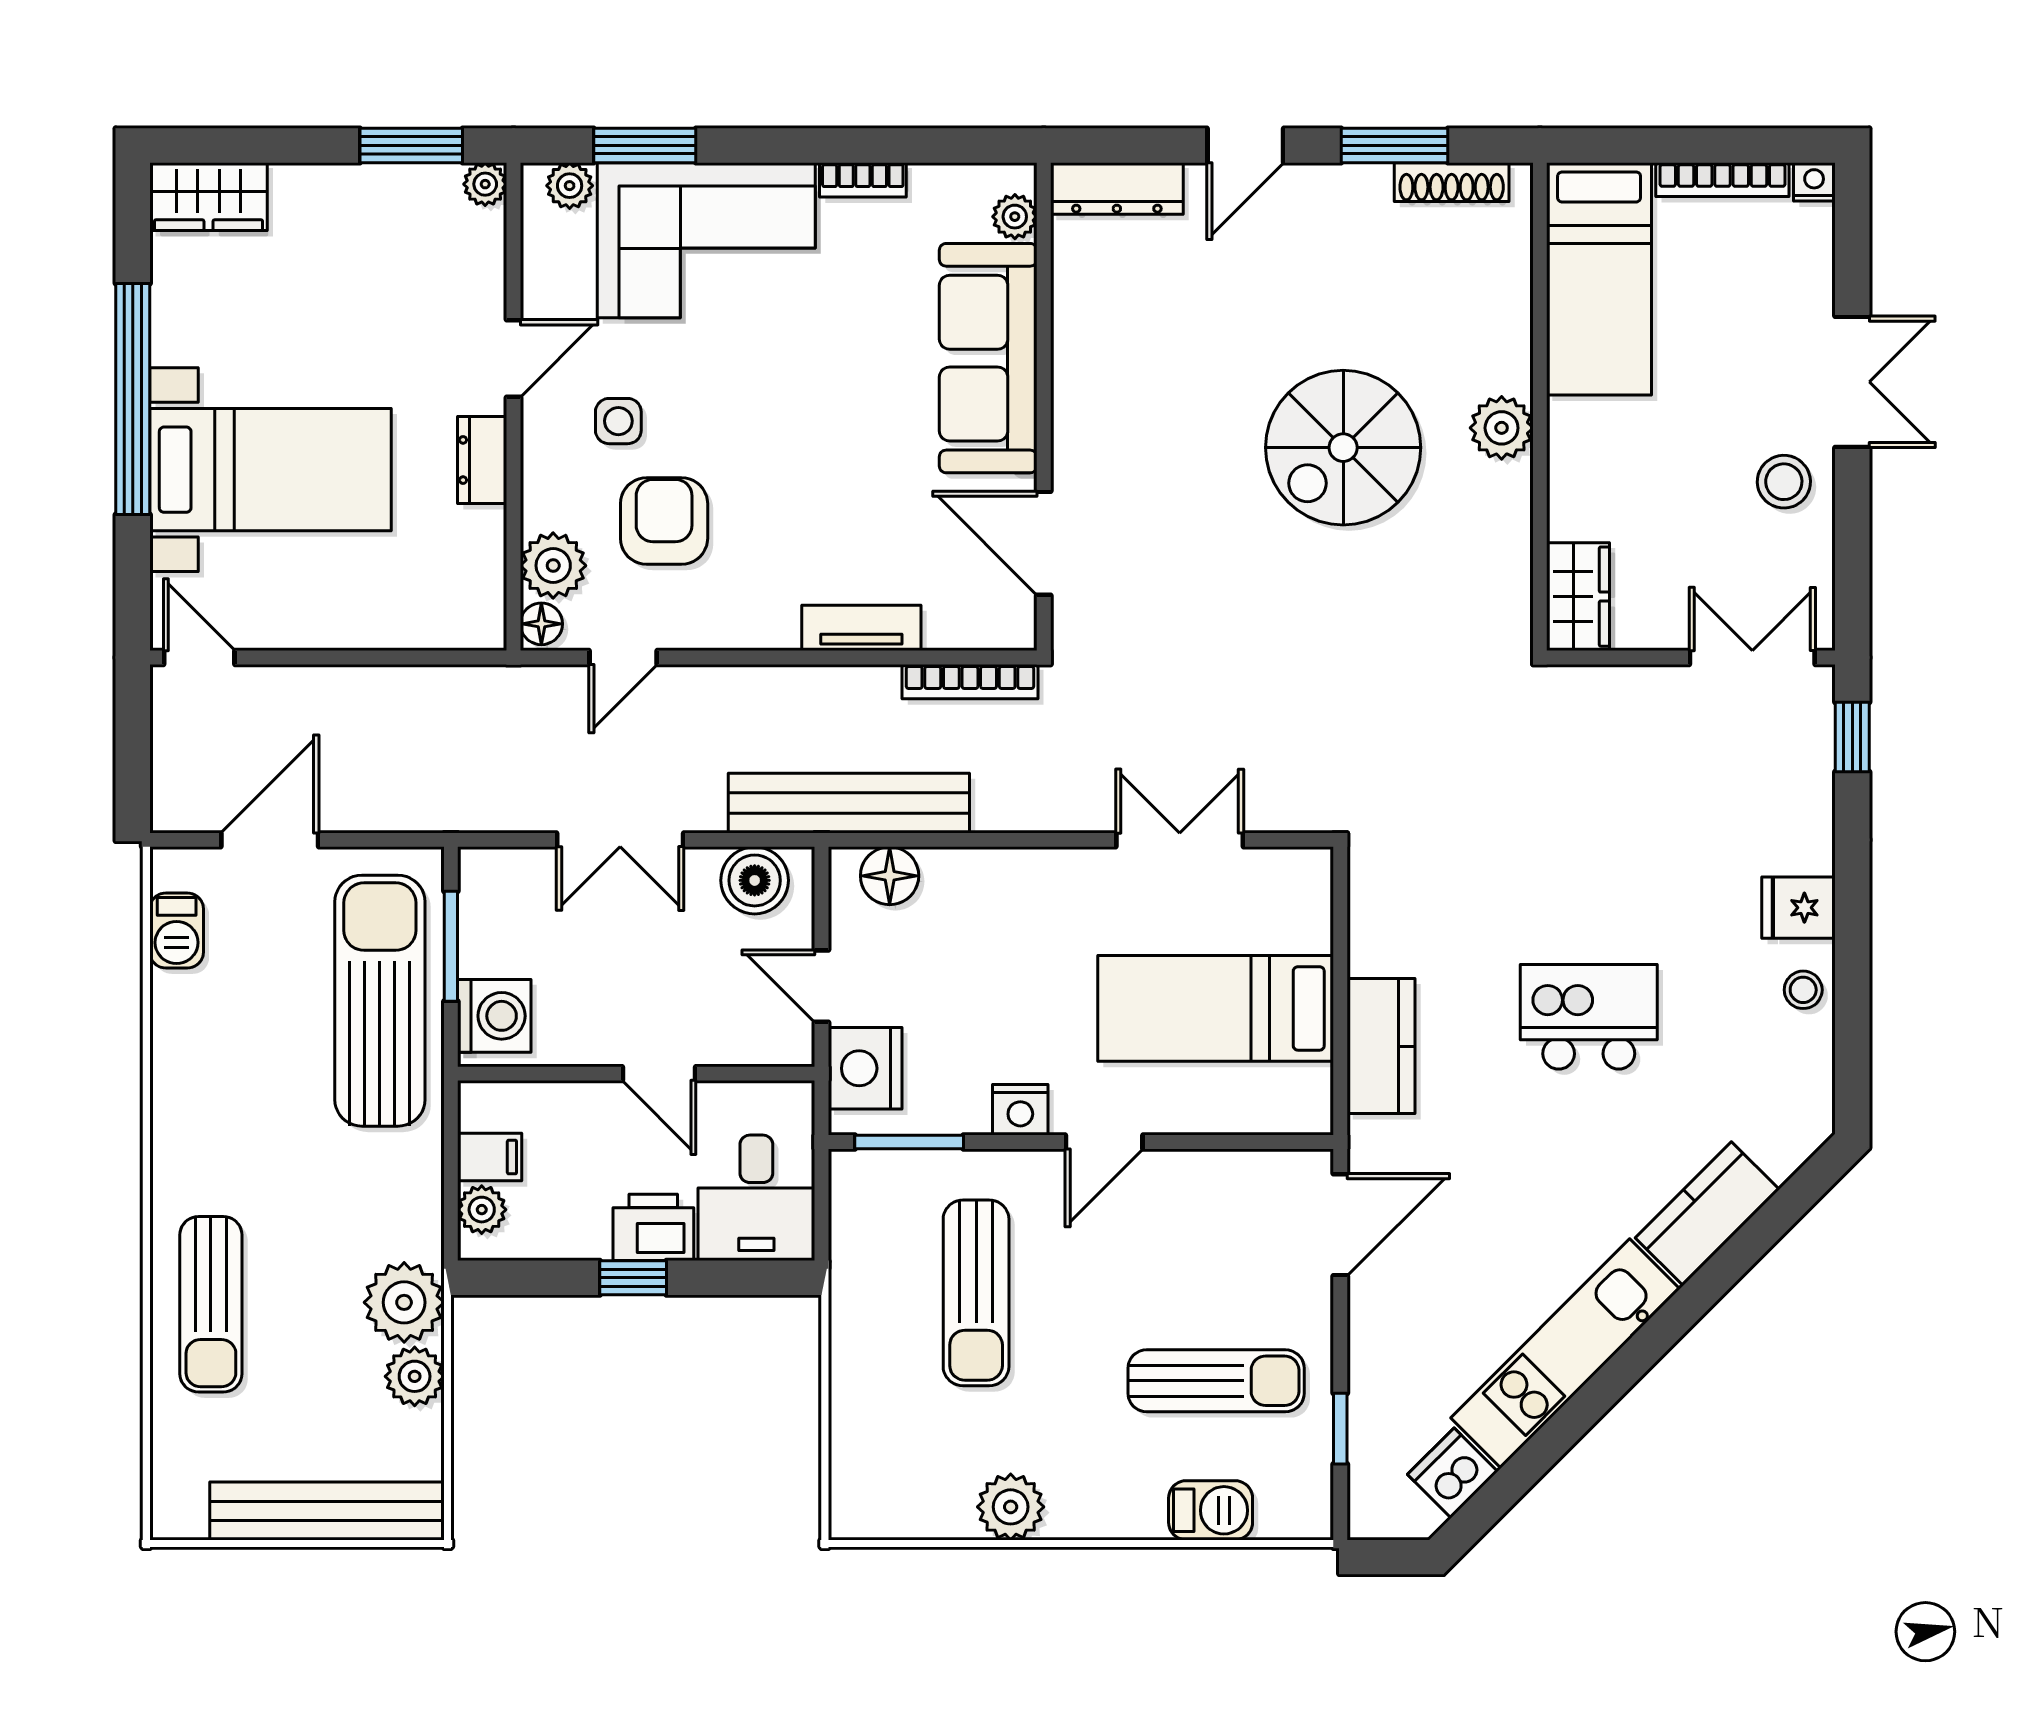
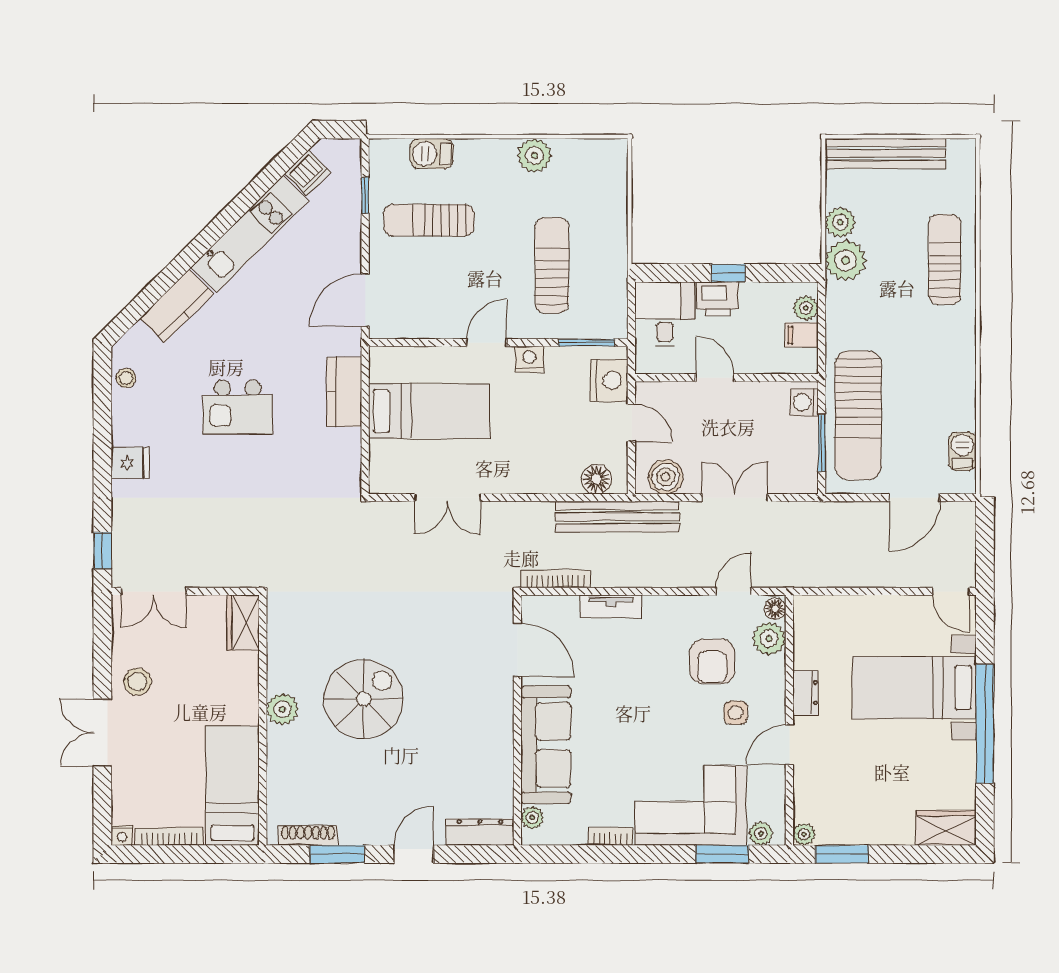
stool: (1803, 990) -> (126, 378), moved
washing machine: (494, 1016) -> (804, 402), width x0.73, depth x0.73

